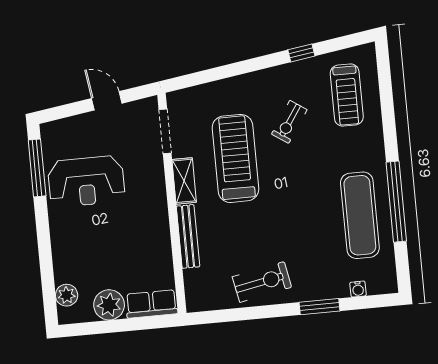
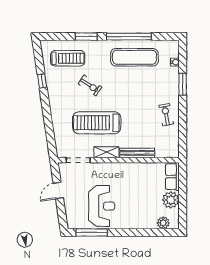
exercise bike: (289, 122) -> (90, 85), moved
window: (389, 125) -> (86, 37), added
exercise bike: (262, 282) -> (166, 115), width x0.73, depth x0.72

